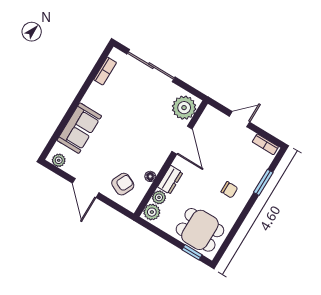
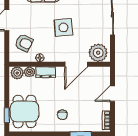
door: (240, 119) -> (113, 94), swing flipped
side table: (132, 129) -> (63, 27), added

